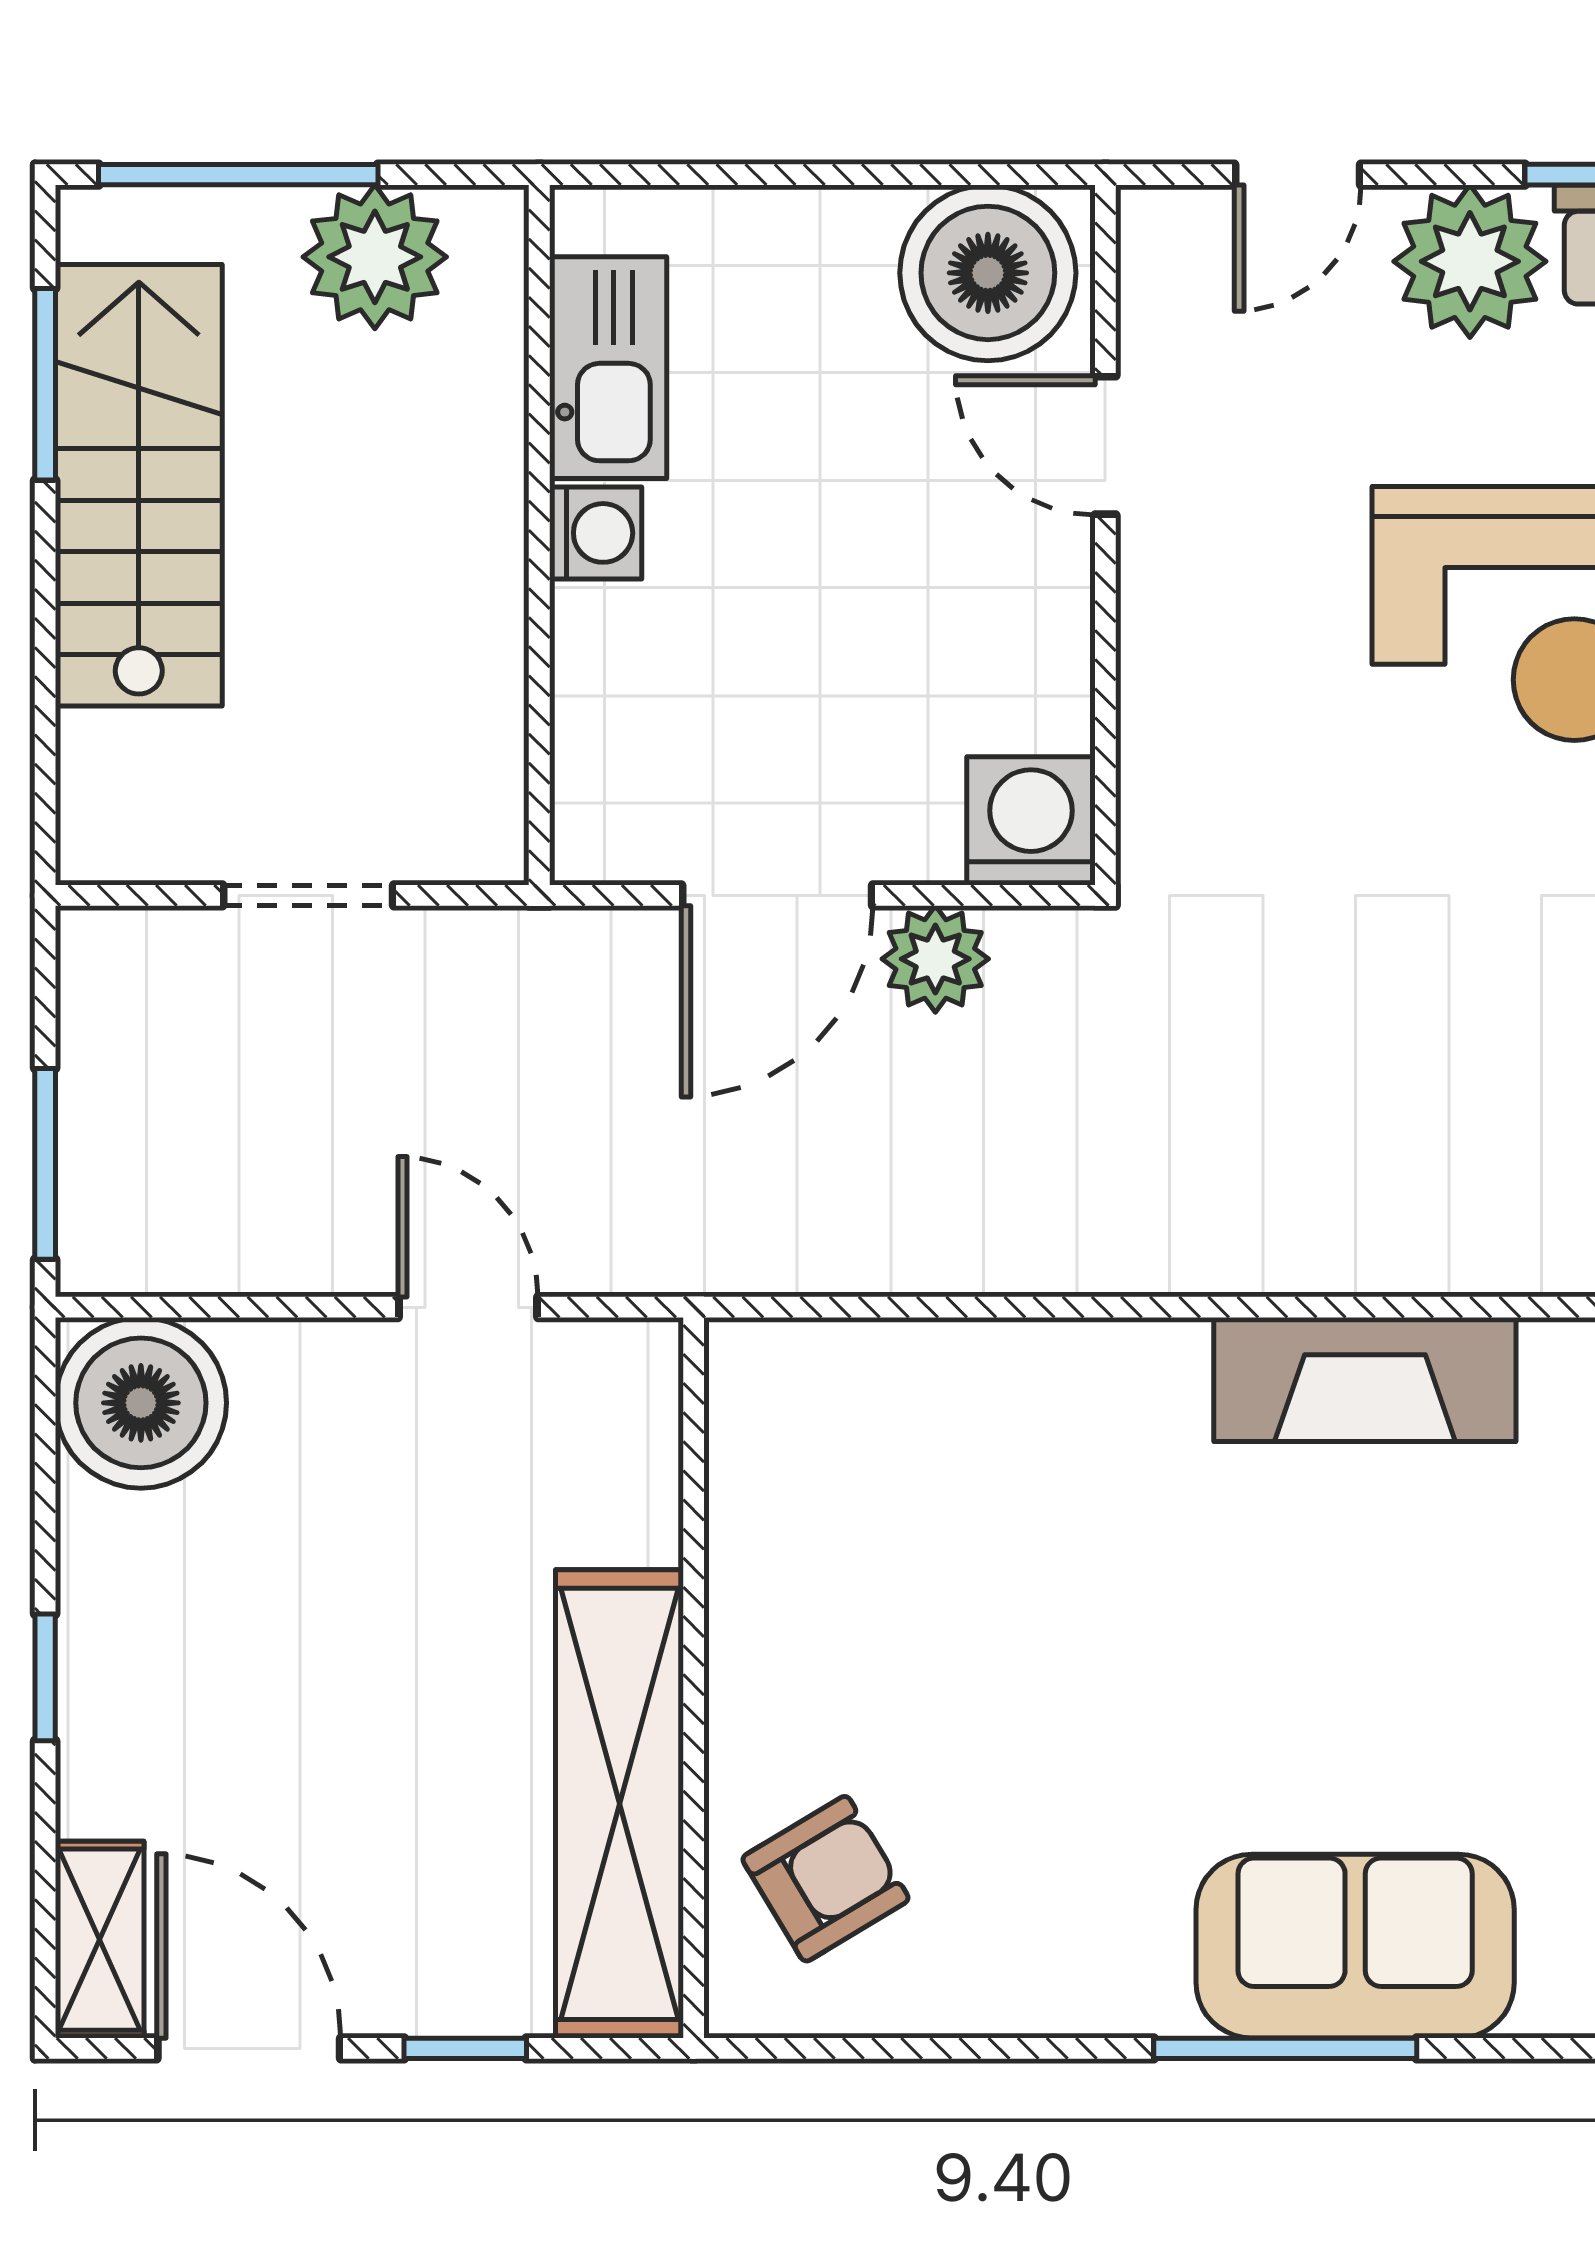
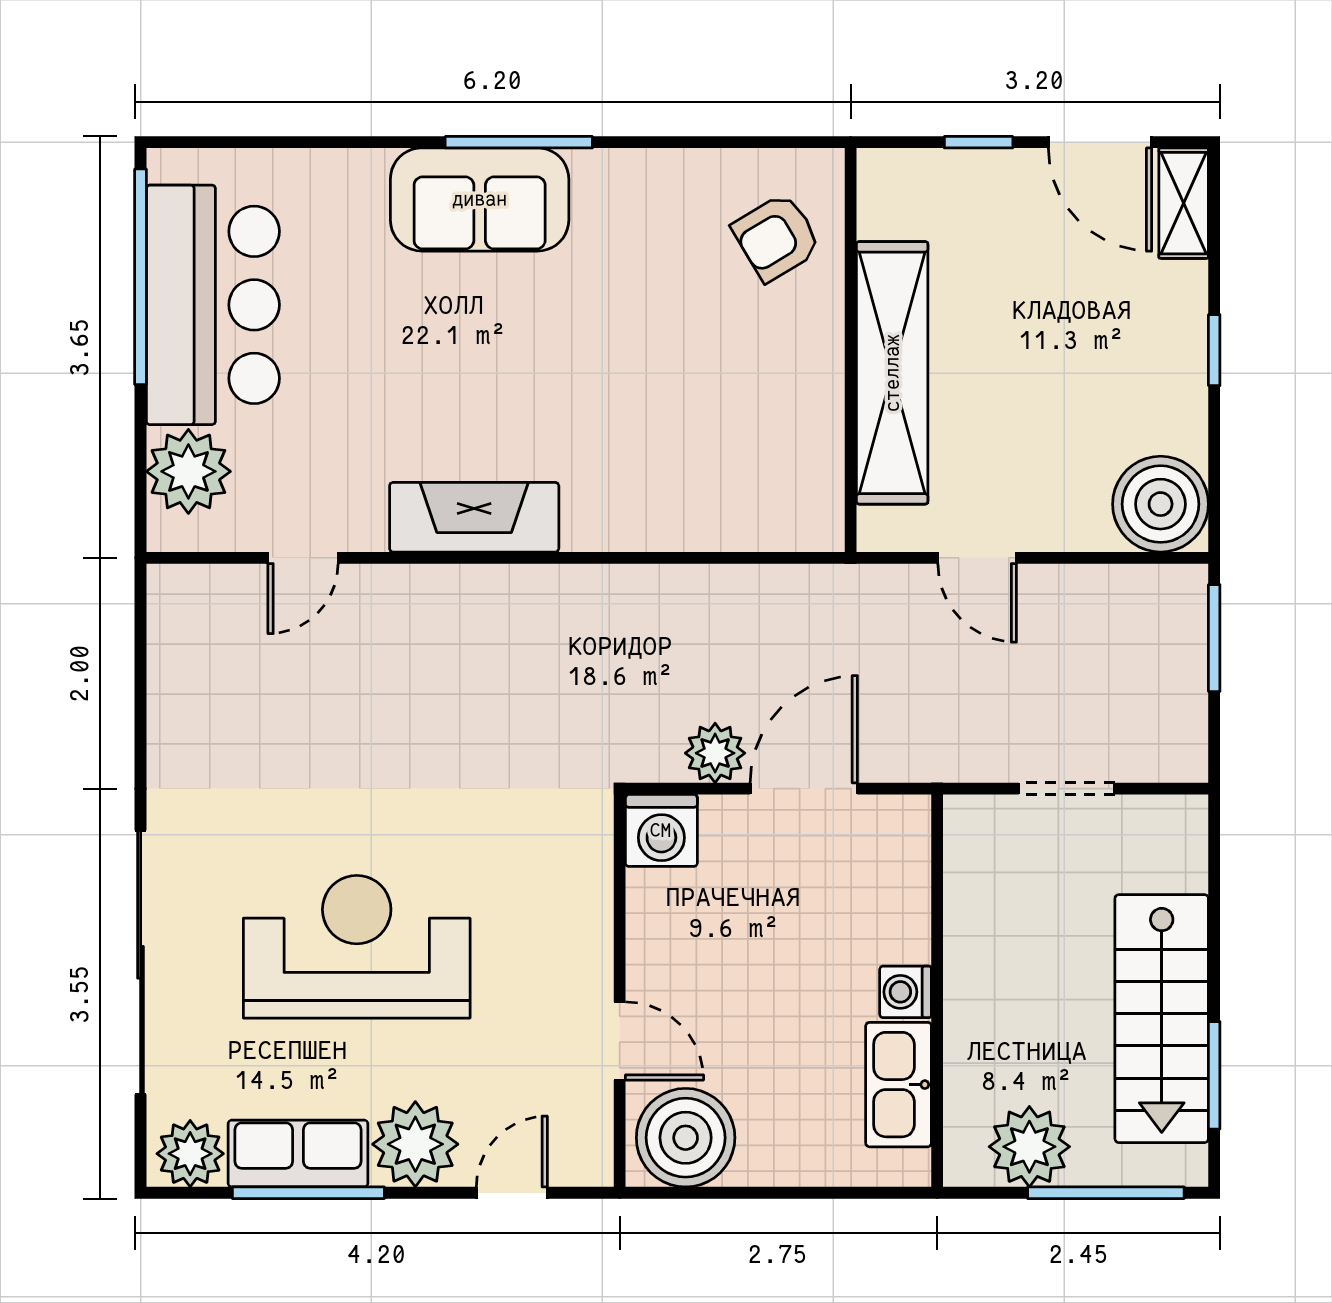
shelving: (620, 1804) -> (892, 373), moved

